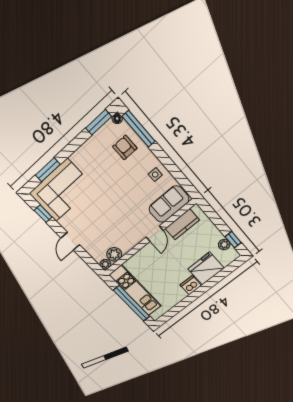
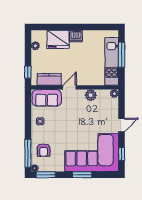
window: (48, 170) -> (82, 175), moved
corner sofa: (62, 190) -> (92, 153), width x1.36, depth x1.36
window: (233, 240) -> (28, 72), moved
plant: (114, 254) -> (91, 95), moved
window: (132, 303) -> (122, 55), width x0.68

